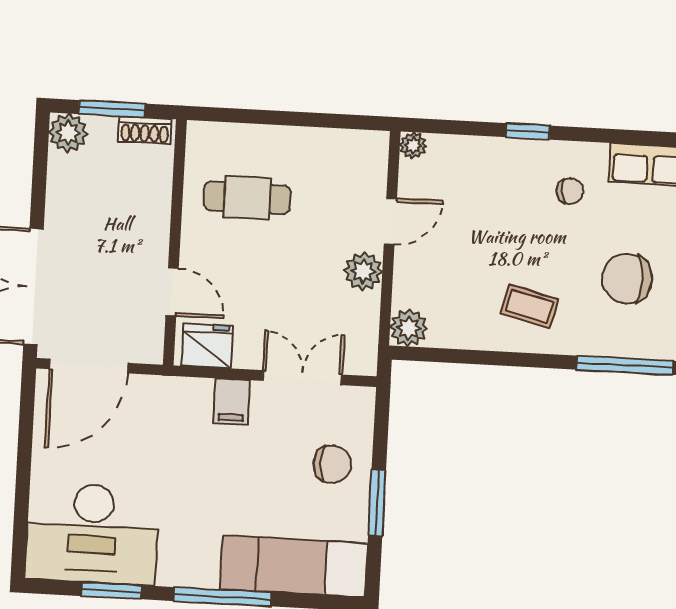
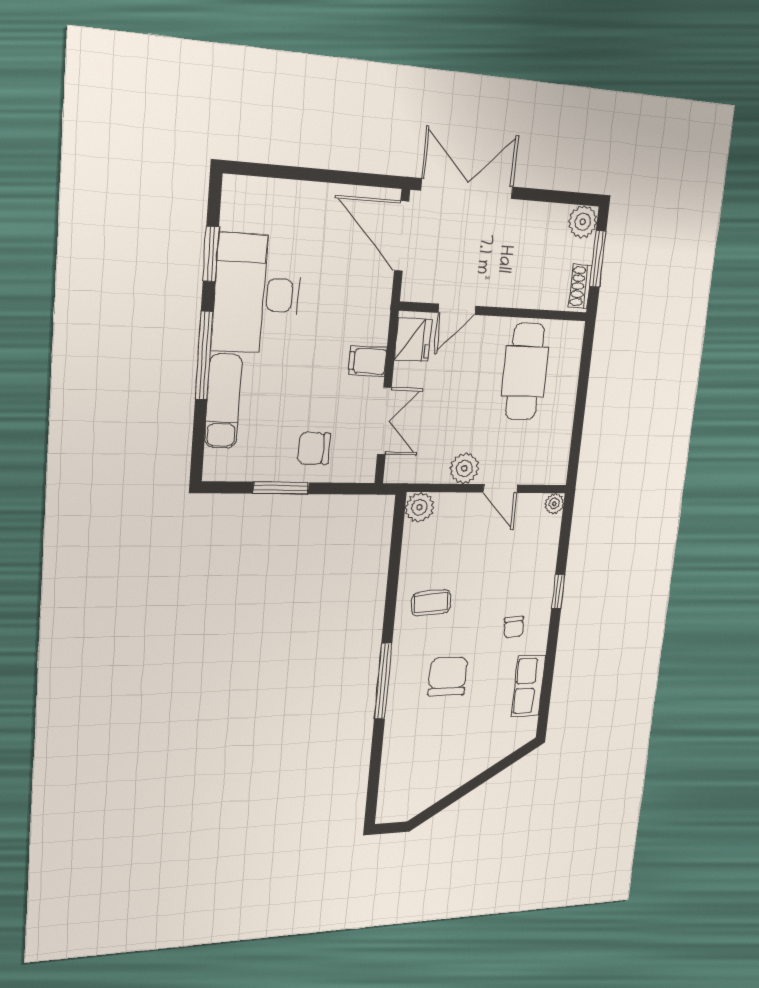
cafe table: (247, 198) -> (525, 372), width x1.37, depth x1.35
coffee table: (529, 306) -> (431, 603), turned 71
chair: (332, 464) -> (314, 449), turned 90
desk: (92, 534) -> (257, 294), moved
exam couch: (294, 566) -> (223, 401), width x0.73, depth x0.69

